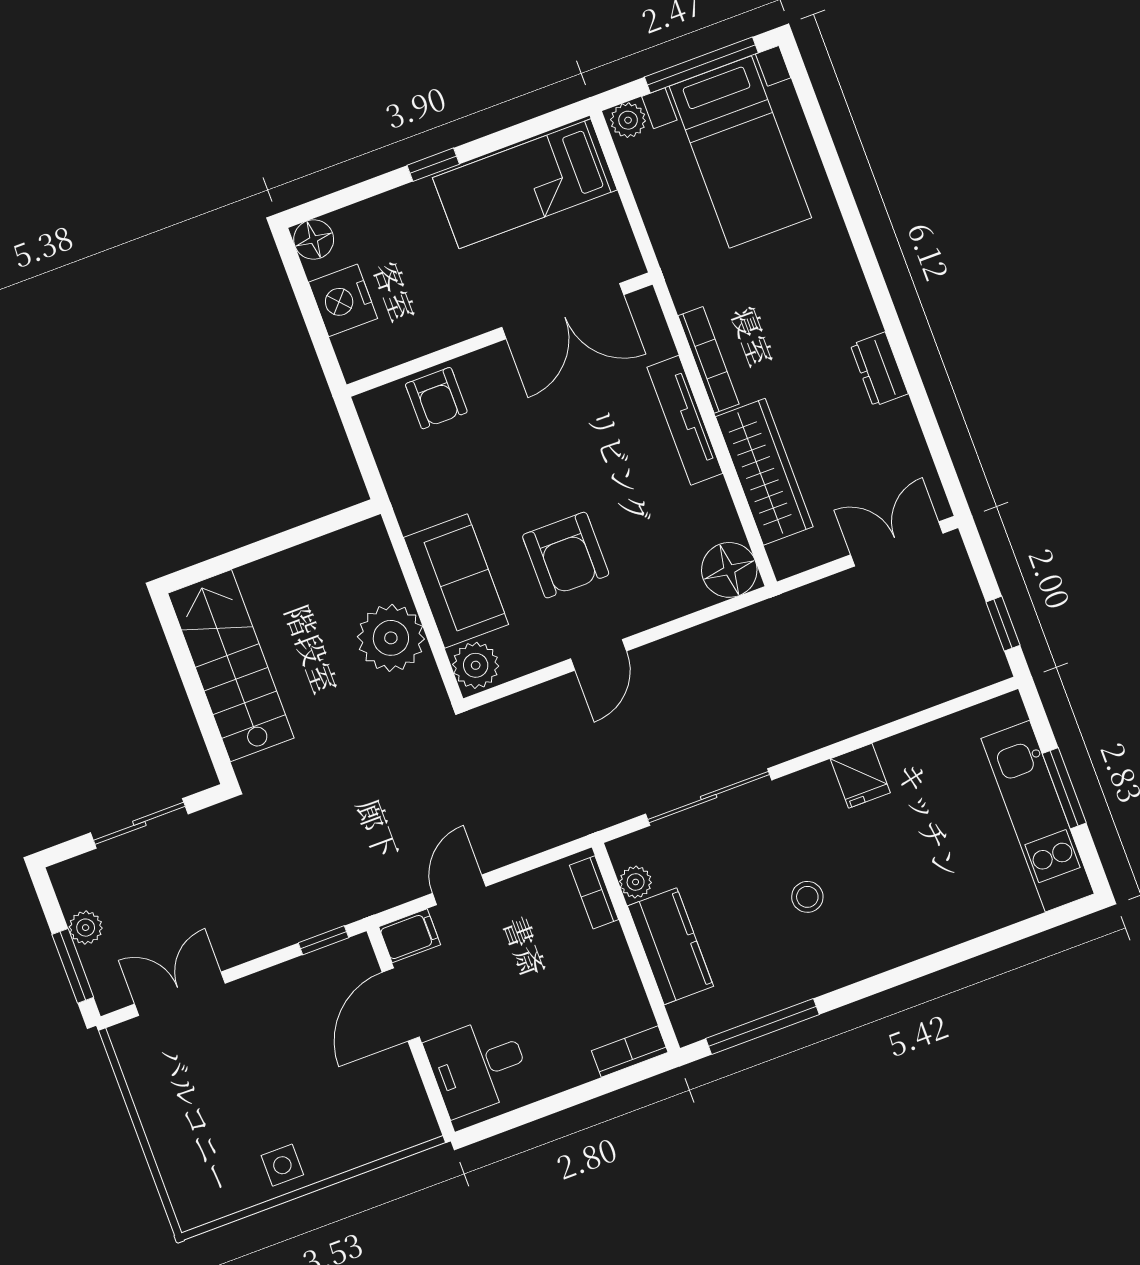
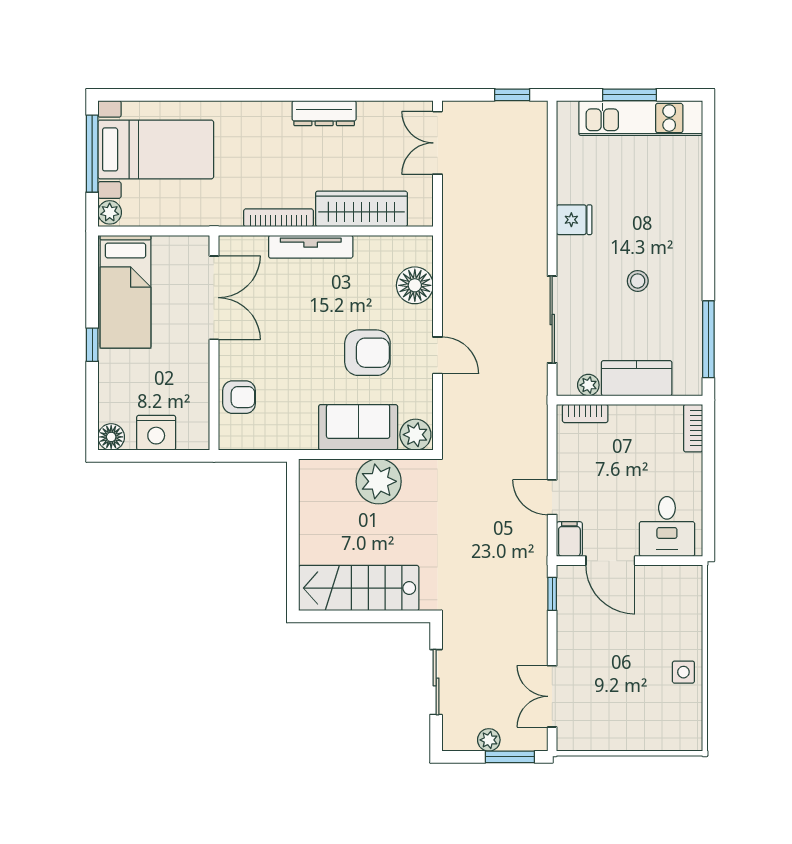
dresser: (879, 369) -> (324, 113), width x1.44
floor lamp: (729, 570) -> (415, 285), moved

